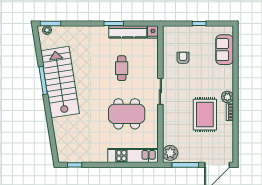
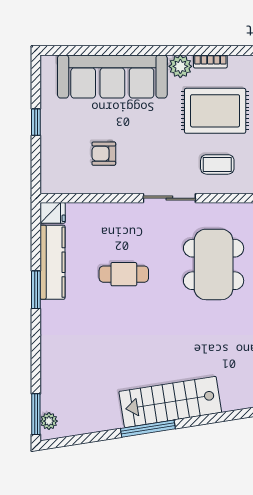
sofa: (225, 50) -> (112, 76), width x1.85, depth x1.27
stairs: (60, 82) -> (170, 402), width x0.73, depth x0.66
coffee table: (178, 116) -> (217, 164), added

